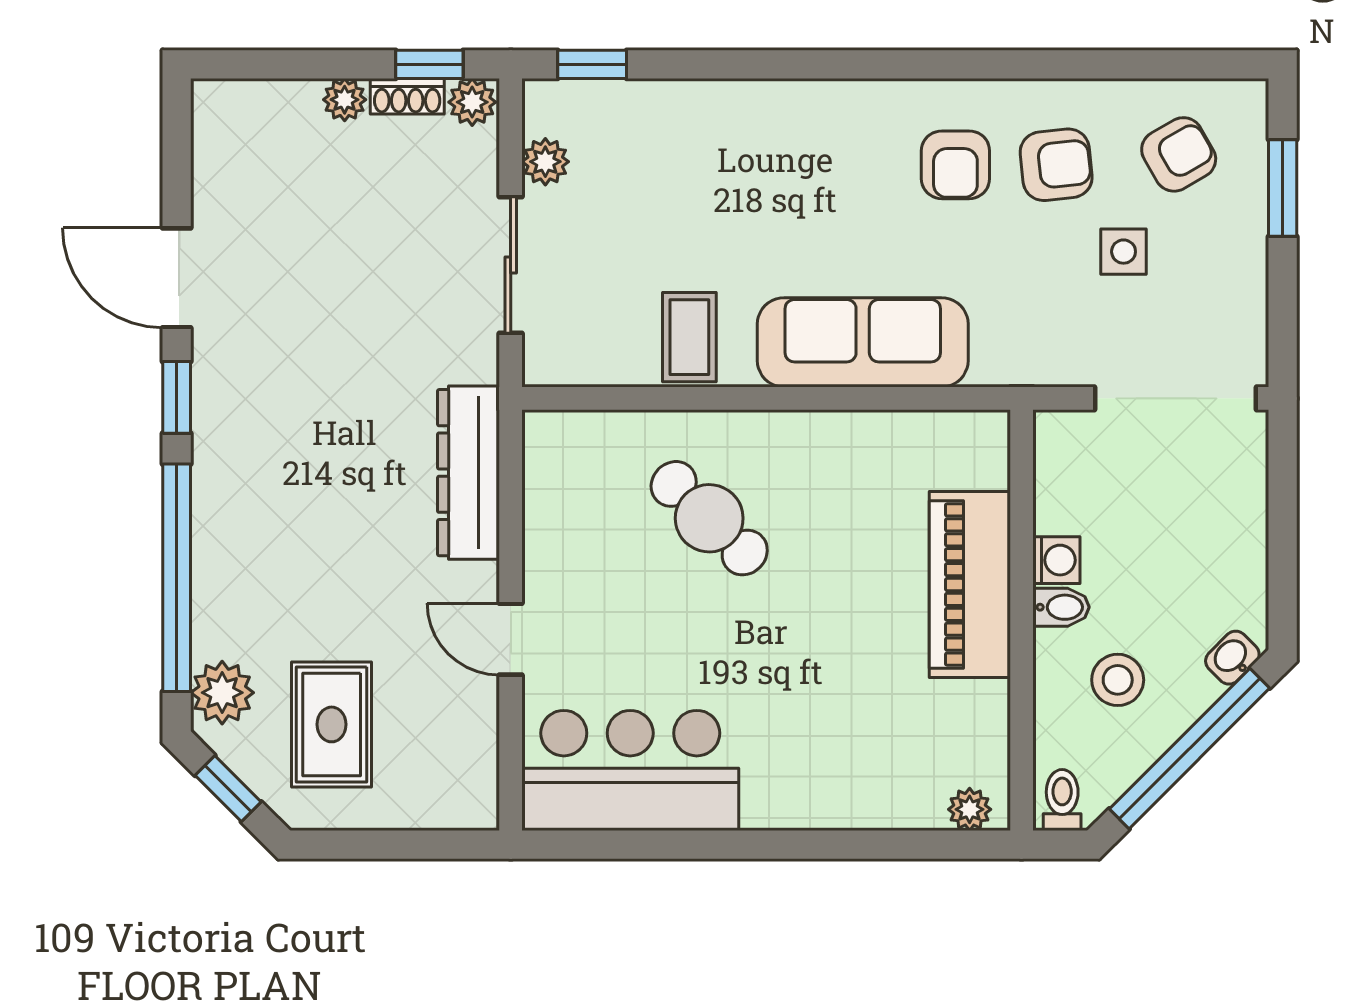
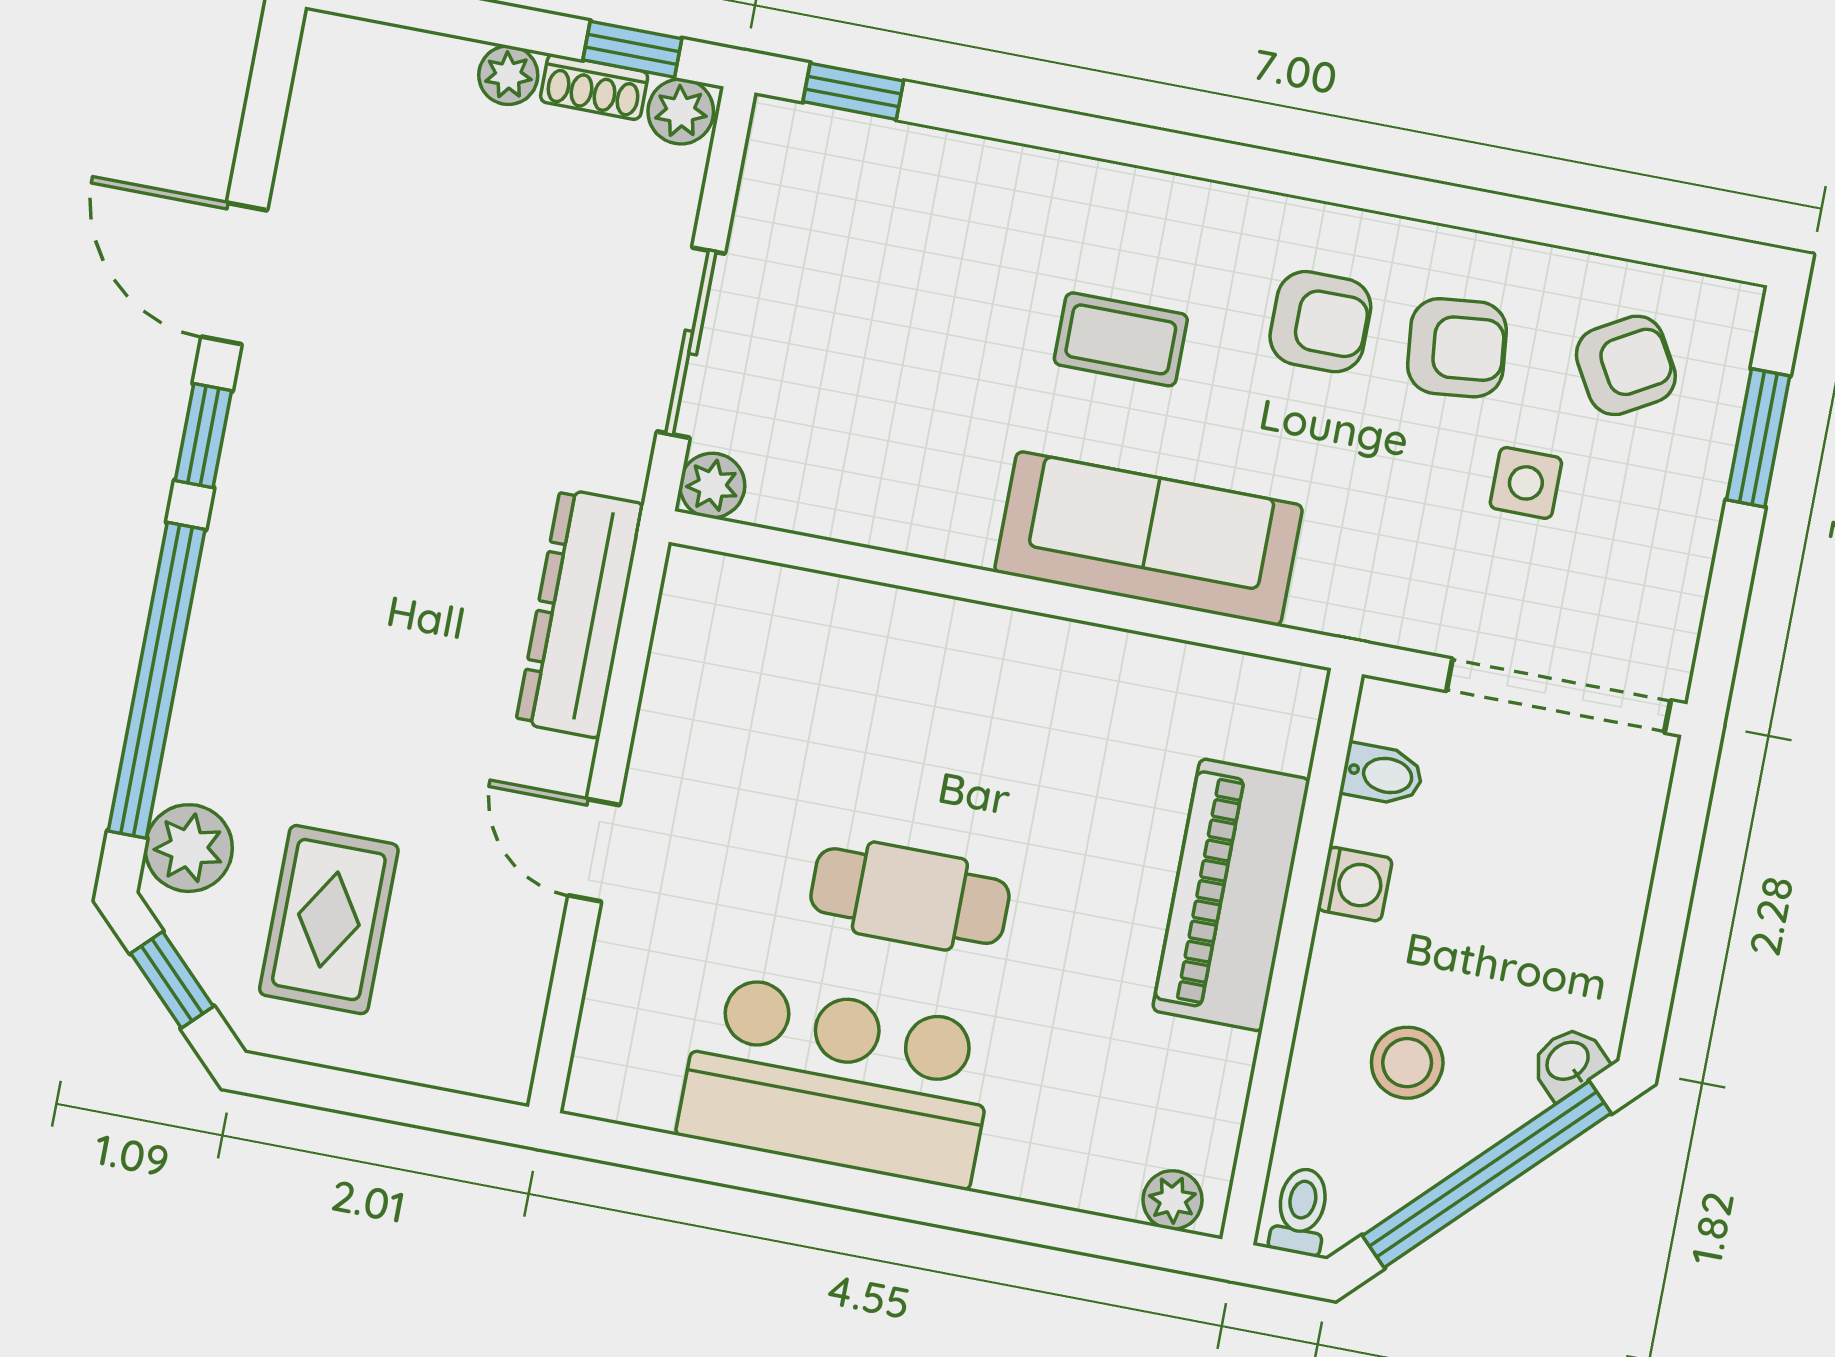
plant: (545, 162) -> (712, 485), moved
armchair: (955, 165) -> (1320, 322), turned -90
coffee table: (689, 337) -> (1121, 339), moved, turned 90
cafe table: (709, 518) -> (910, 896), moved, turned -44
bidet: (1061, 607) -> (1382, 774), moved
bar counter: (630, 770) -> (838, 1081), moved

